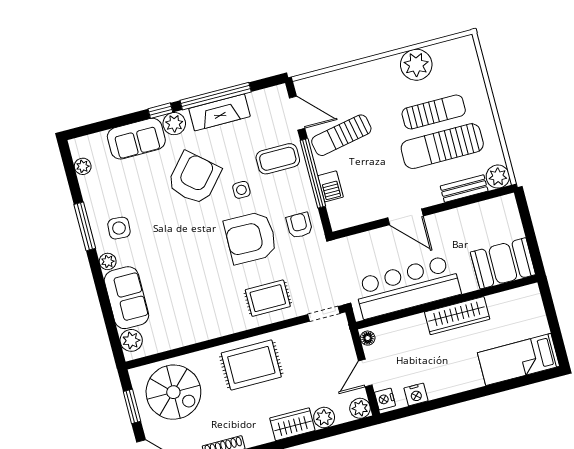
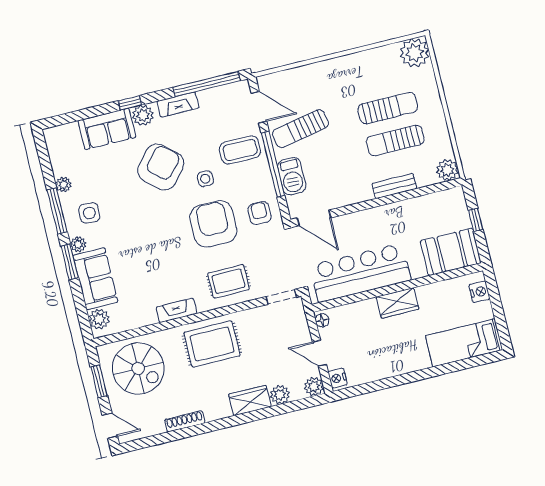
plant: (416, 65) -> (415, 53), moved
window: (216, 96) -> (206, 84), moved
fireplace: (219, 112) -> (178, 105), width x0.73, depth x0.76
sun lounger: (442, 146) -> (395, 140), width x0.73, depth x0.75
plant: (83, 166) -> (63, 185), moved
barbecue: (330, 186) -> (292, 176), width x1.38, depth x1.27
bench: (464, 189) -> (394, 186), moved
door: (405, 217) -> (314, 218), moved
window: (529, 229) -> (476, 220), added
armchair: (251, 238) -> (213, 224), turned 89
window: (99, 280) -> (70, 262), added
wardrobe: (457, 316) -> (397, 303), width x0.67
fireplace: (213, 330) -> (176, 310), added
door: (365, 373) -> (319, 353), hinge flipped
nightstand: (416, 394) -> (479, 292), moved, turned -90

